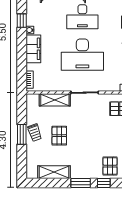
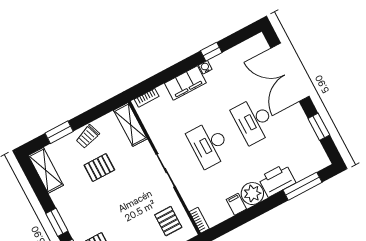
desk: (82, 55) -> (209, 144), width x0.73, depth x0.77
shelving: (55, 100) -> (130, 124), moved
window: (22, 134) -> (59, 132), moved
shelving: (54, 172) -> (46, 170), moved

